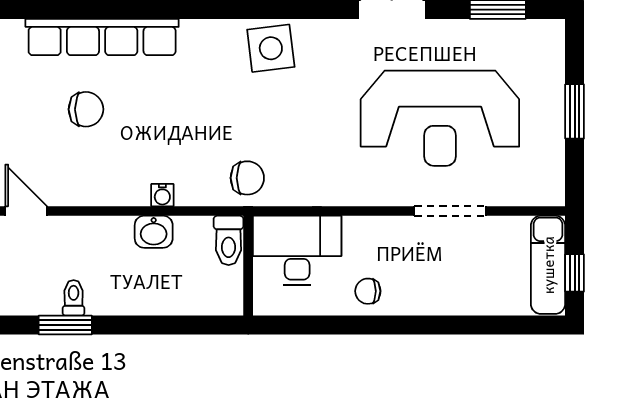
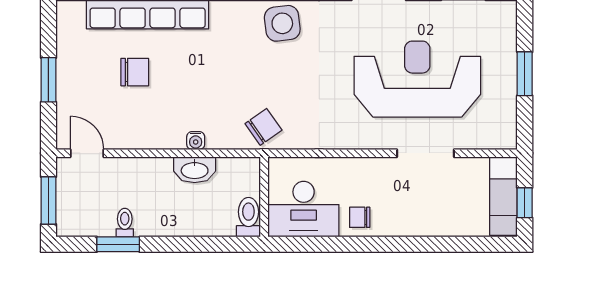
reception desk: (440, 118) -> (417, 79), turned 180
chair: (247, 178) -> (263, 127), turned -35
washbasin: (154, 232) -> (195, 170), width x1.38
toilet: (229, 240) -> (248, 217), moved, turned 180
desk: (297, 250) -> (304, 209), moved, turned 180

